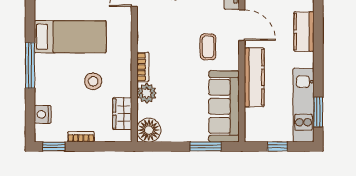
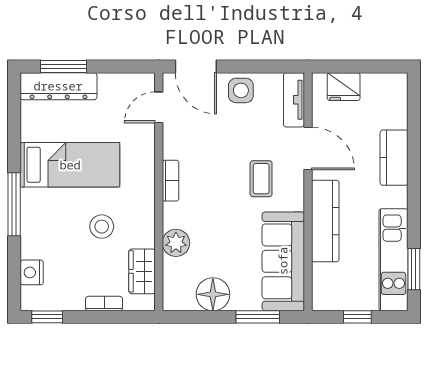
bookcase: (143, 67) -> (171, 181), moved
floor lamp: (149, 130) -> (213, 294), moved
bookcase: (81, 137) -> (104, 304), moved

